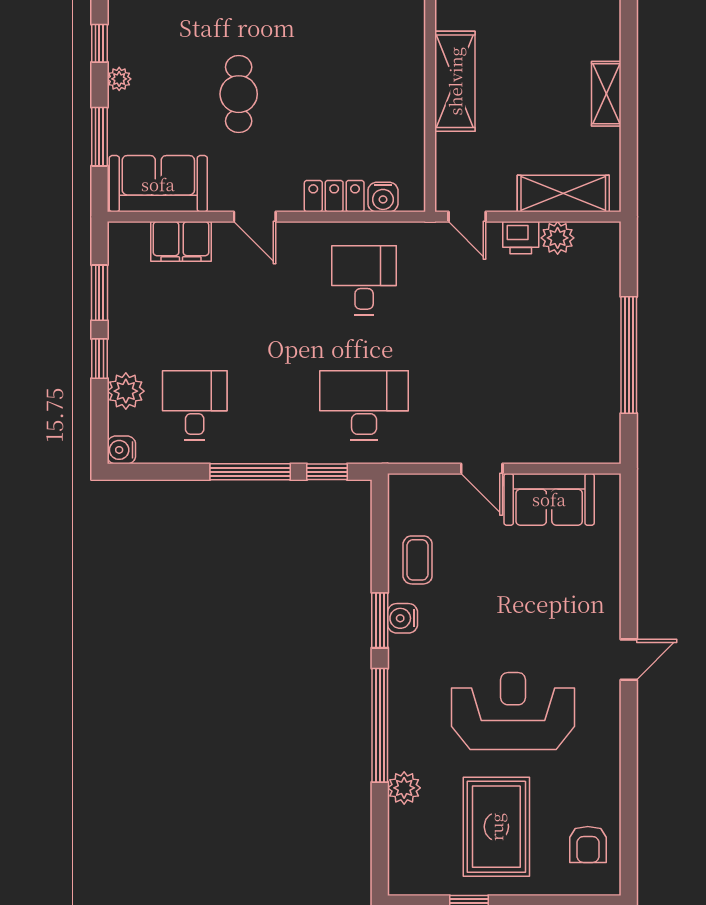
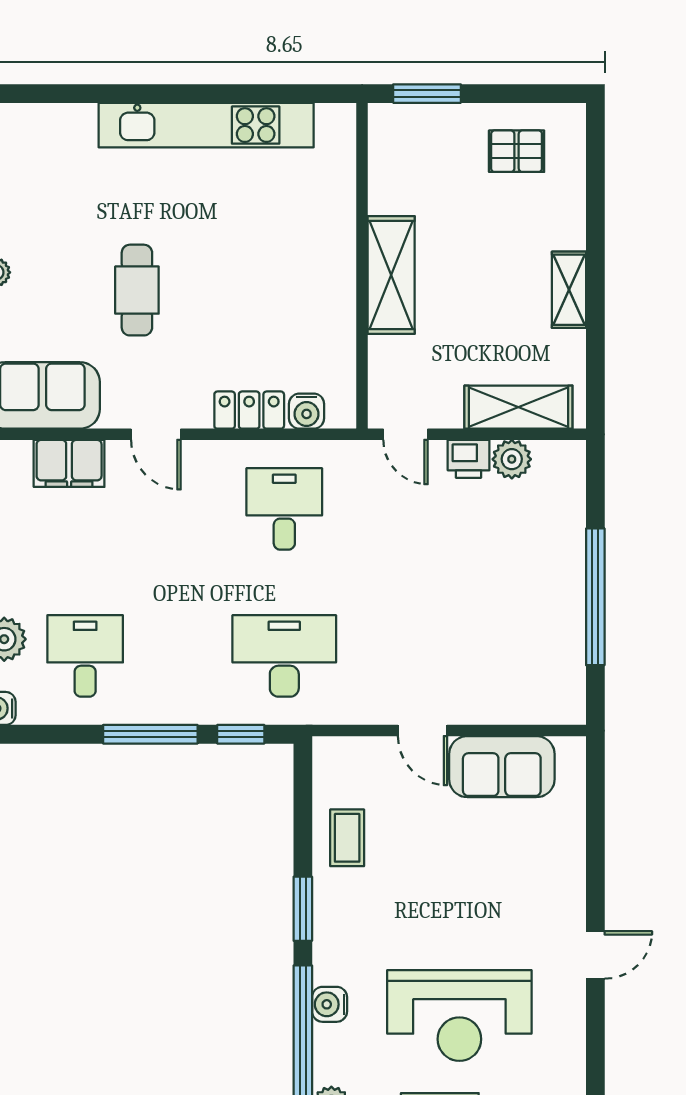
water cooler: (403, 618) -> (330, 1004), moved
reception desk: (513, 711) -> (459, 1015), turned 180

